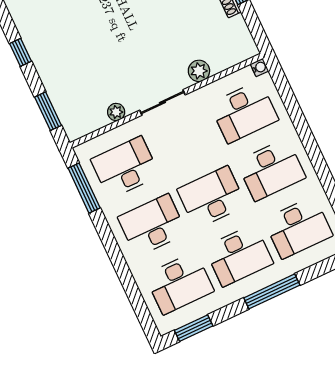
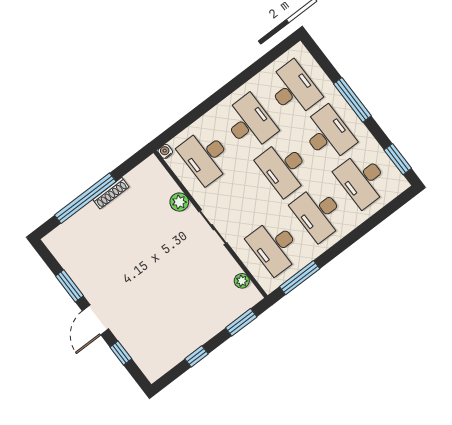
plant: (116, 112) -> (242, 281), moved
desk: (244, 112) -> (206, 156), turned 180
desk: (179, 283) -> (362, 179), turned 180

